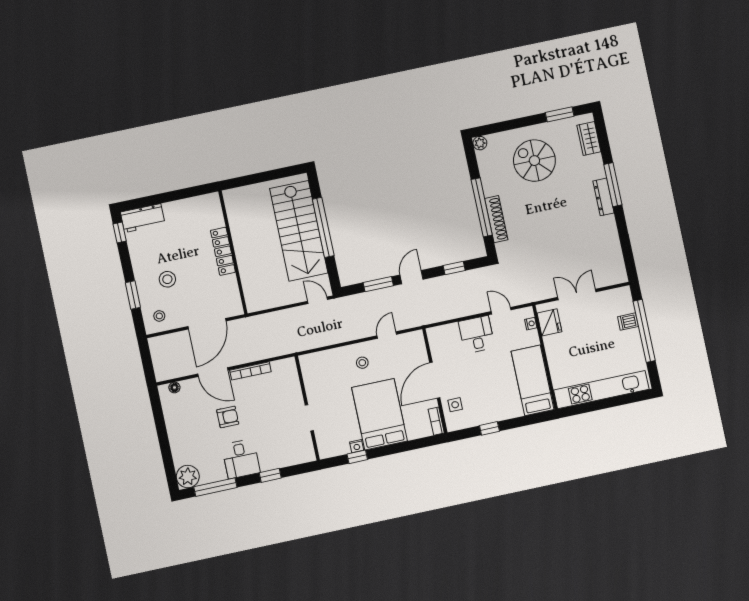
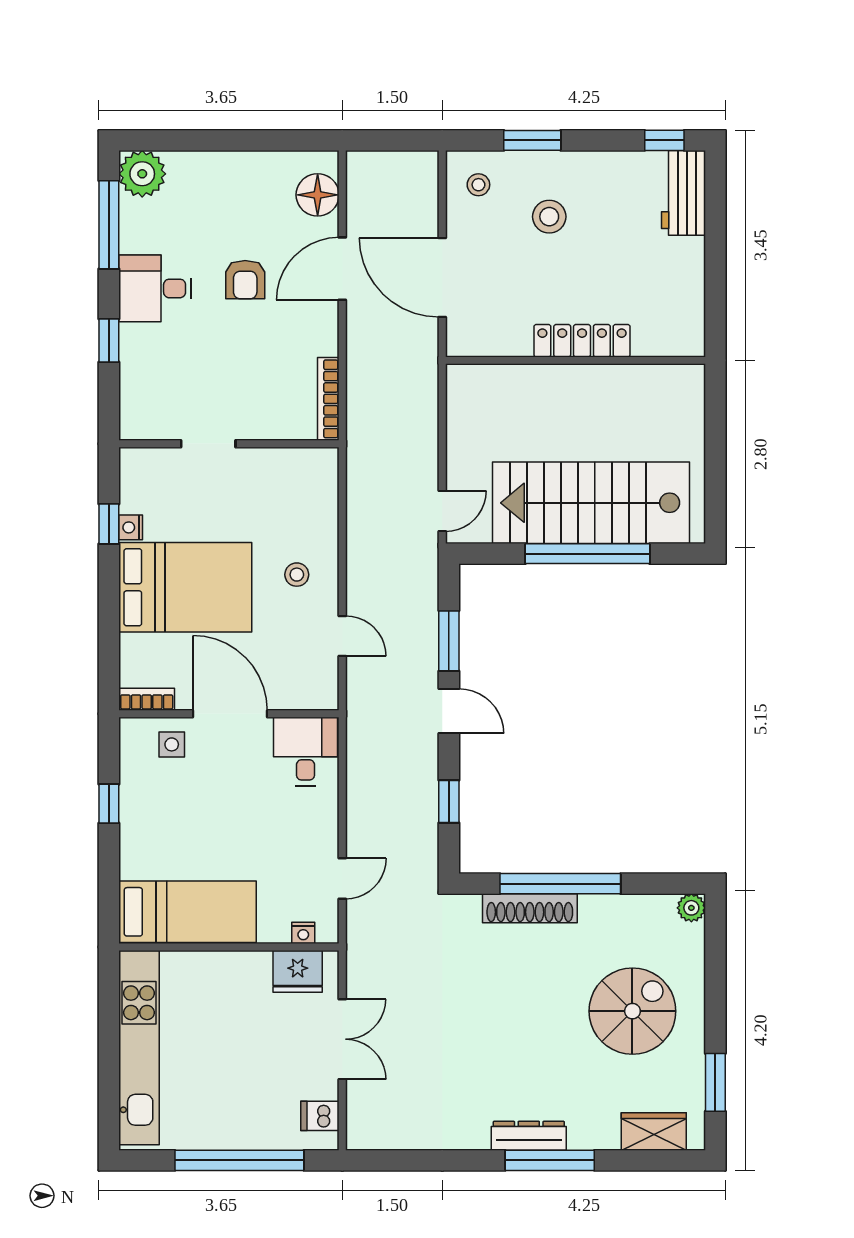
dishwasher: (628, 322) -> (320, 1116), moved, turned -90
desk: (477, 335) -> (305, 751), moved, turned -90
bookcase: (250, 371) -> (328, 399), moved
floor lamp: (174, 387) -> (318, 195), width x1.89, depth x1.89

